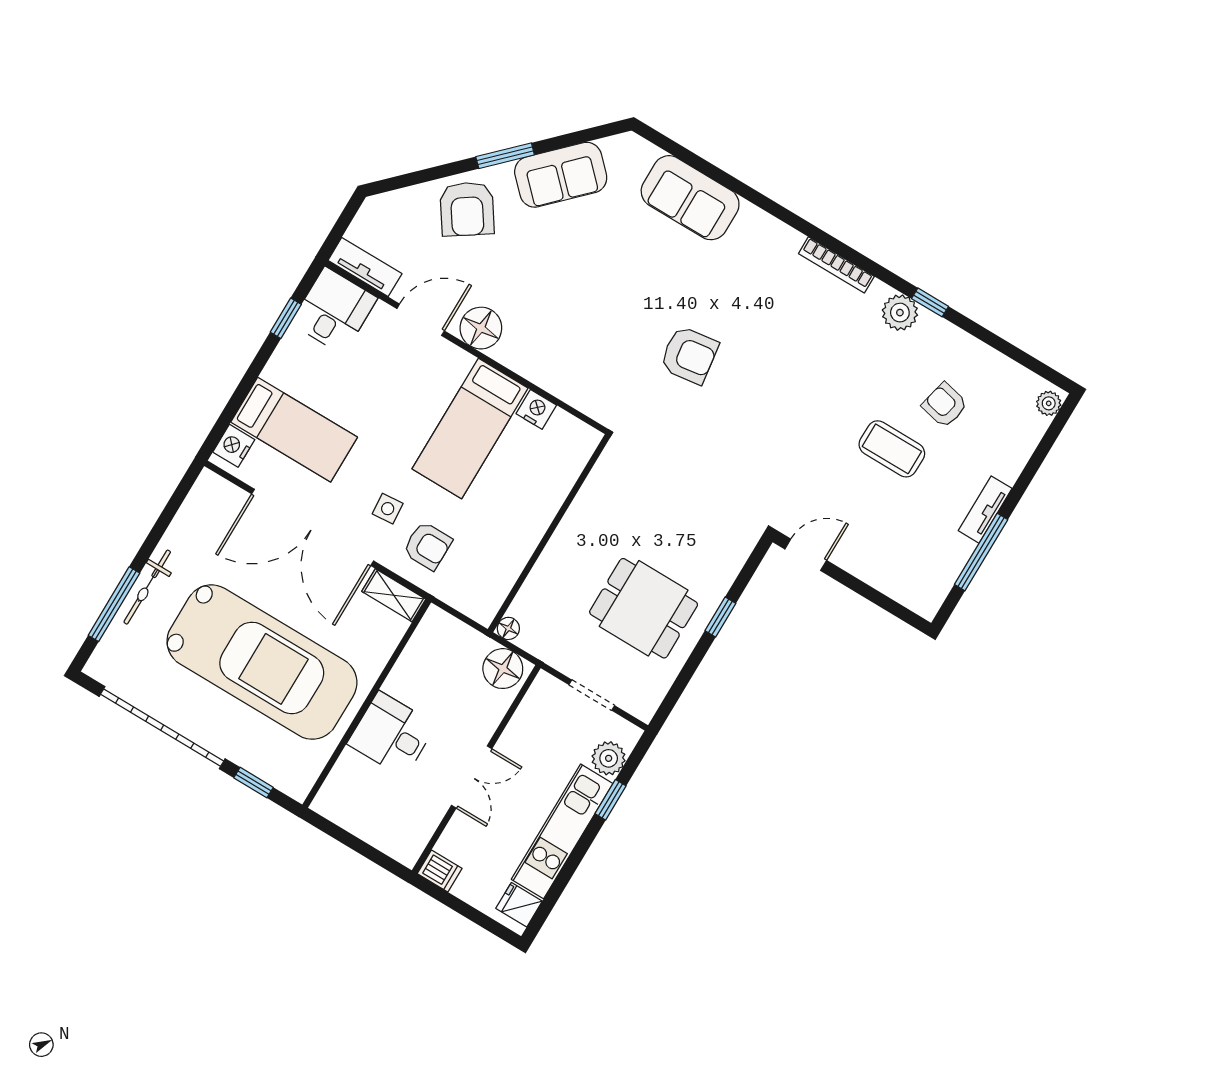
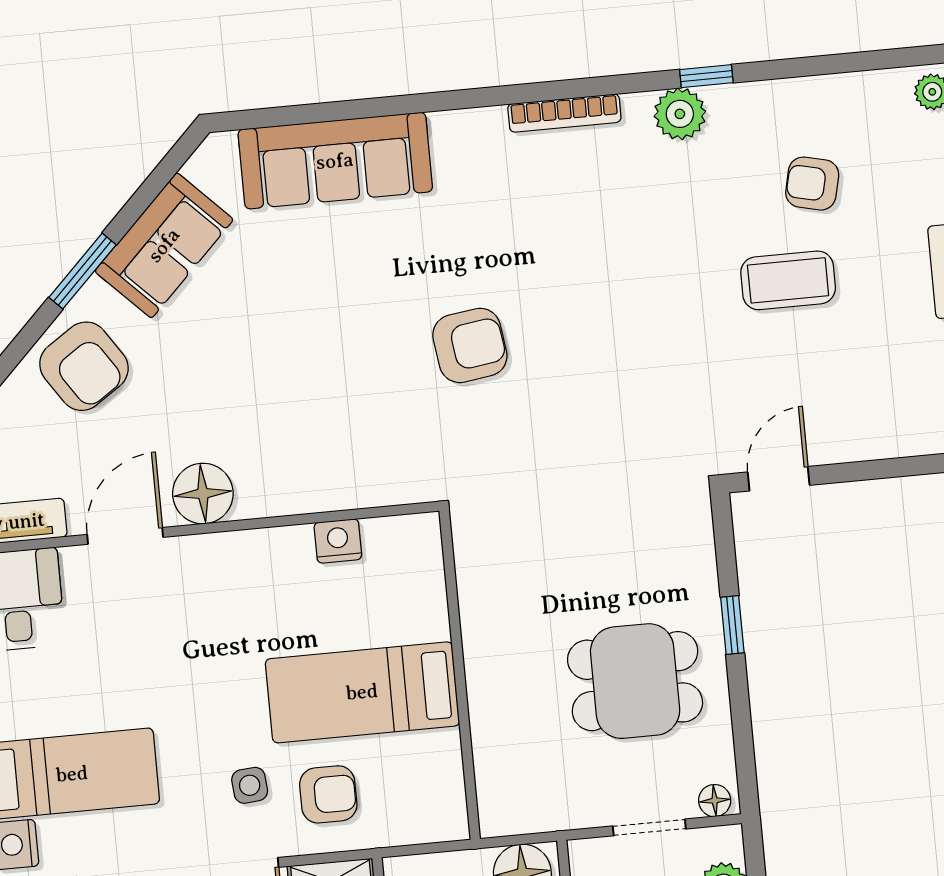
sofa: (690, 198) -> (335, 161), width x1.36
bed: (470, 428) -> (362, 692), moved, turned 90
floor lamp: (508, 628) -> (715, 801), moved

